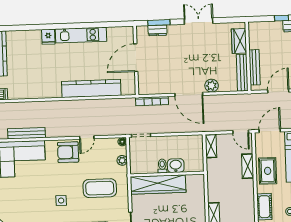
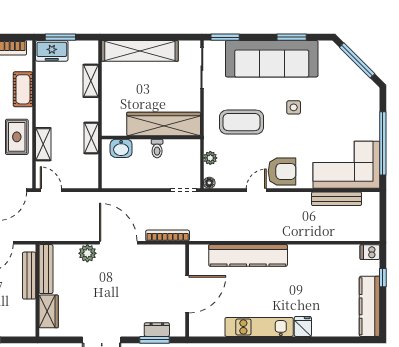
shelving: (211, 146) -> (91, 138), moved
washbasin: (176, 166) -> (121, 148), moved

